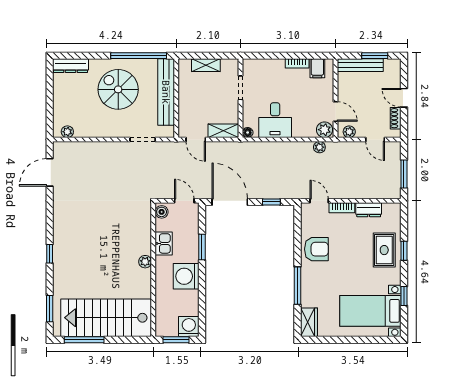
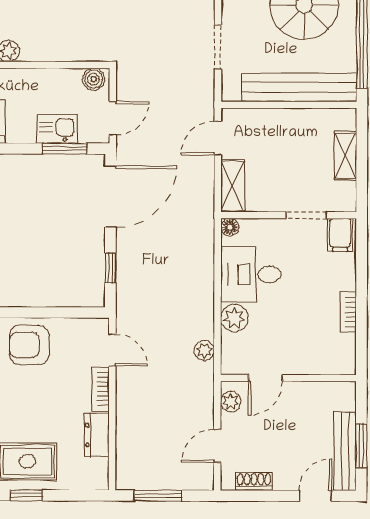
bench: (360, 65) -> (345, 451), moved
filing cabinet: (317, 68) -> (340, 235), moved, turned -90
door: (404, 98) -> (315, 496), moved
plant: (324, 130) -> (234, 318), moved
door: (319, 201) -> (112, 350), hinge flipped
kitchen sink: (164, 243) -> (57, 129), moved, turned 180
window: (202, 247) -> (65, 149), moved
armchair: (316, 249) -> (29, 345), turned 90

